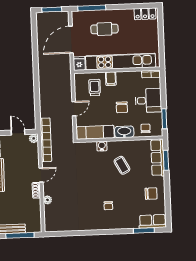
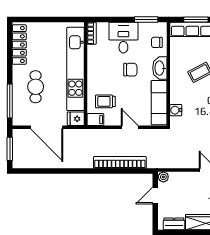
locker: (145, 14) -> (19, 45), width x1.53
filing cabinet: (111, 79) -> (95, 120), moved
bookcase: (46, 140) -> (120, 162), moved
water cooler: (102, 146) -> (176, 110), moved

